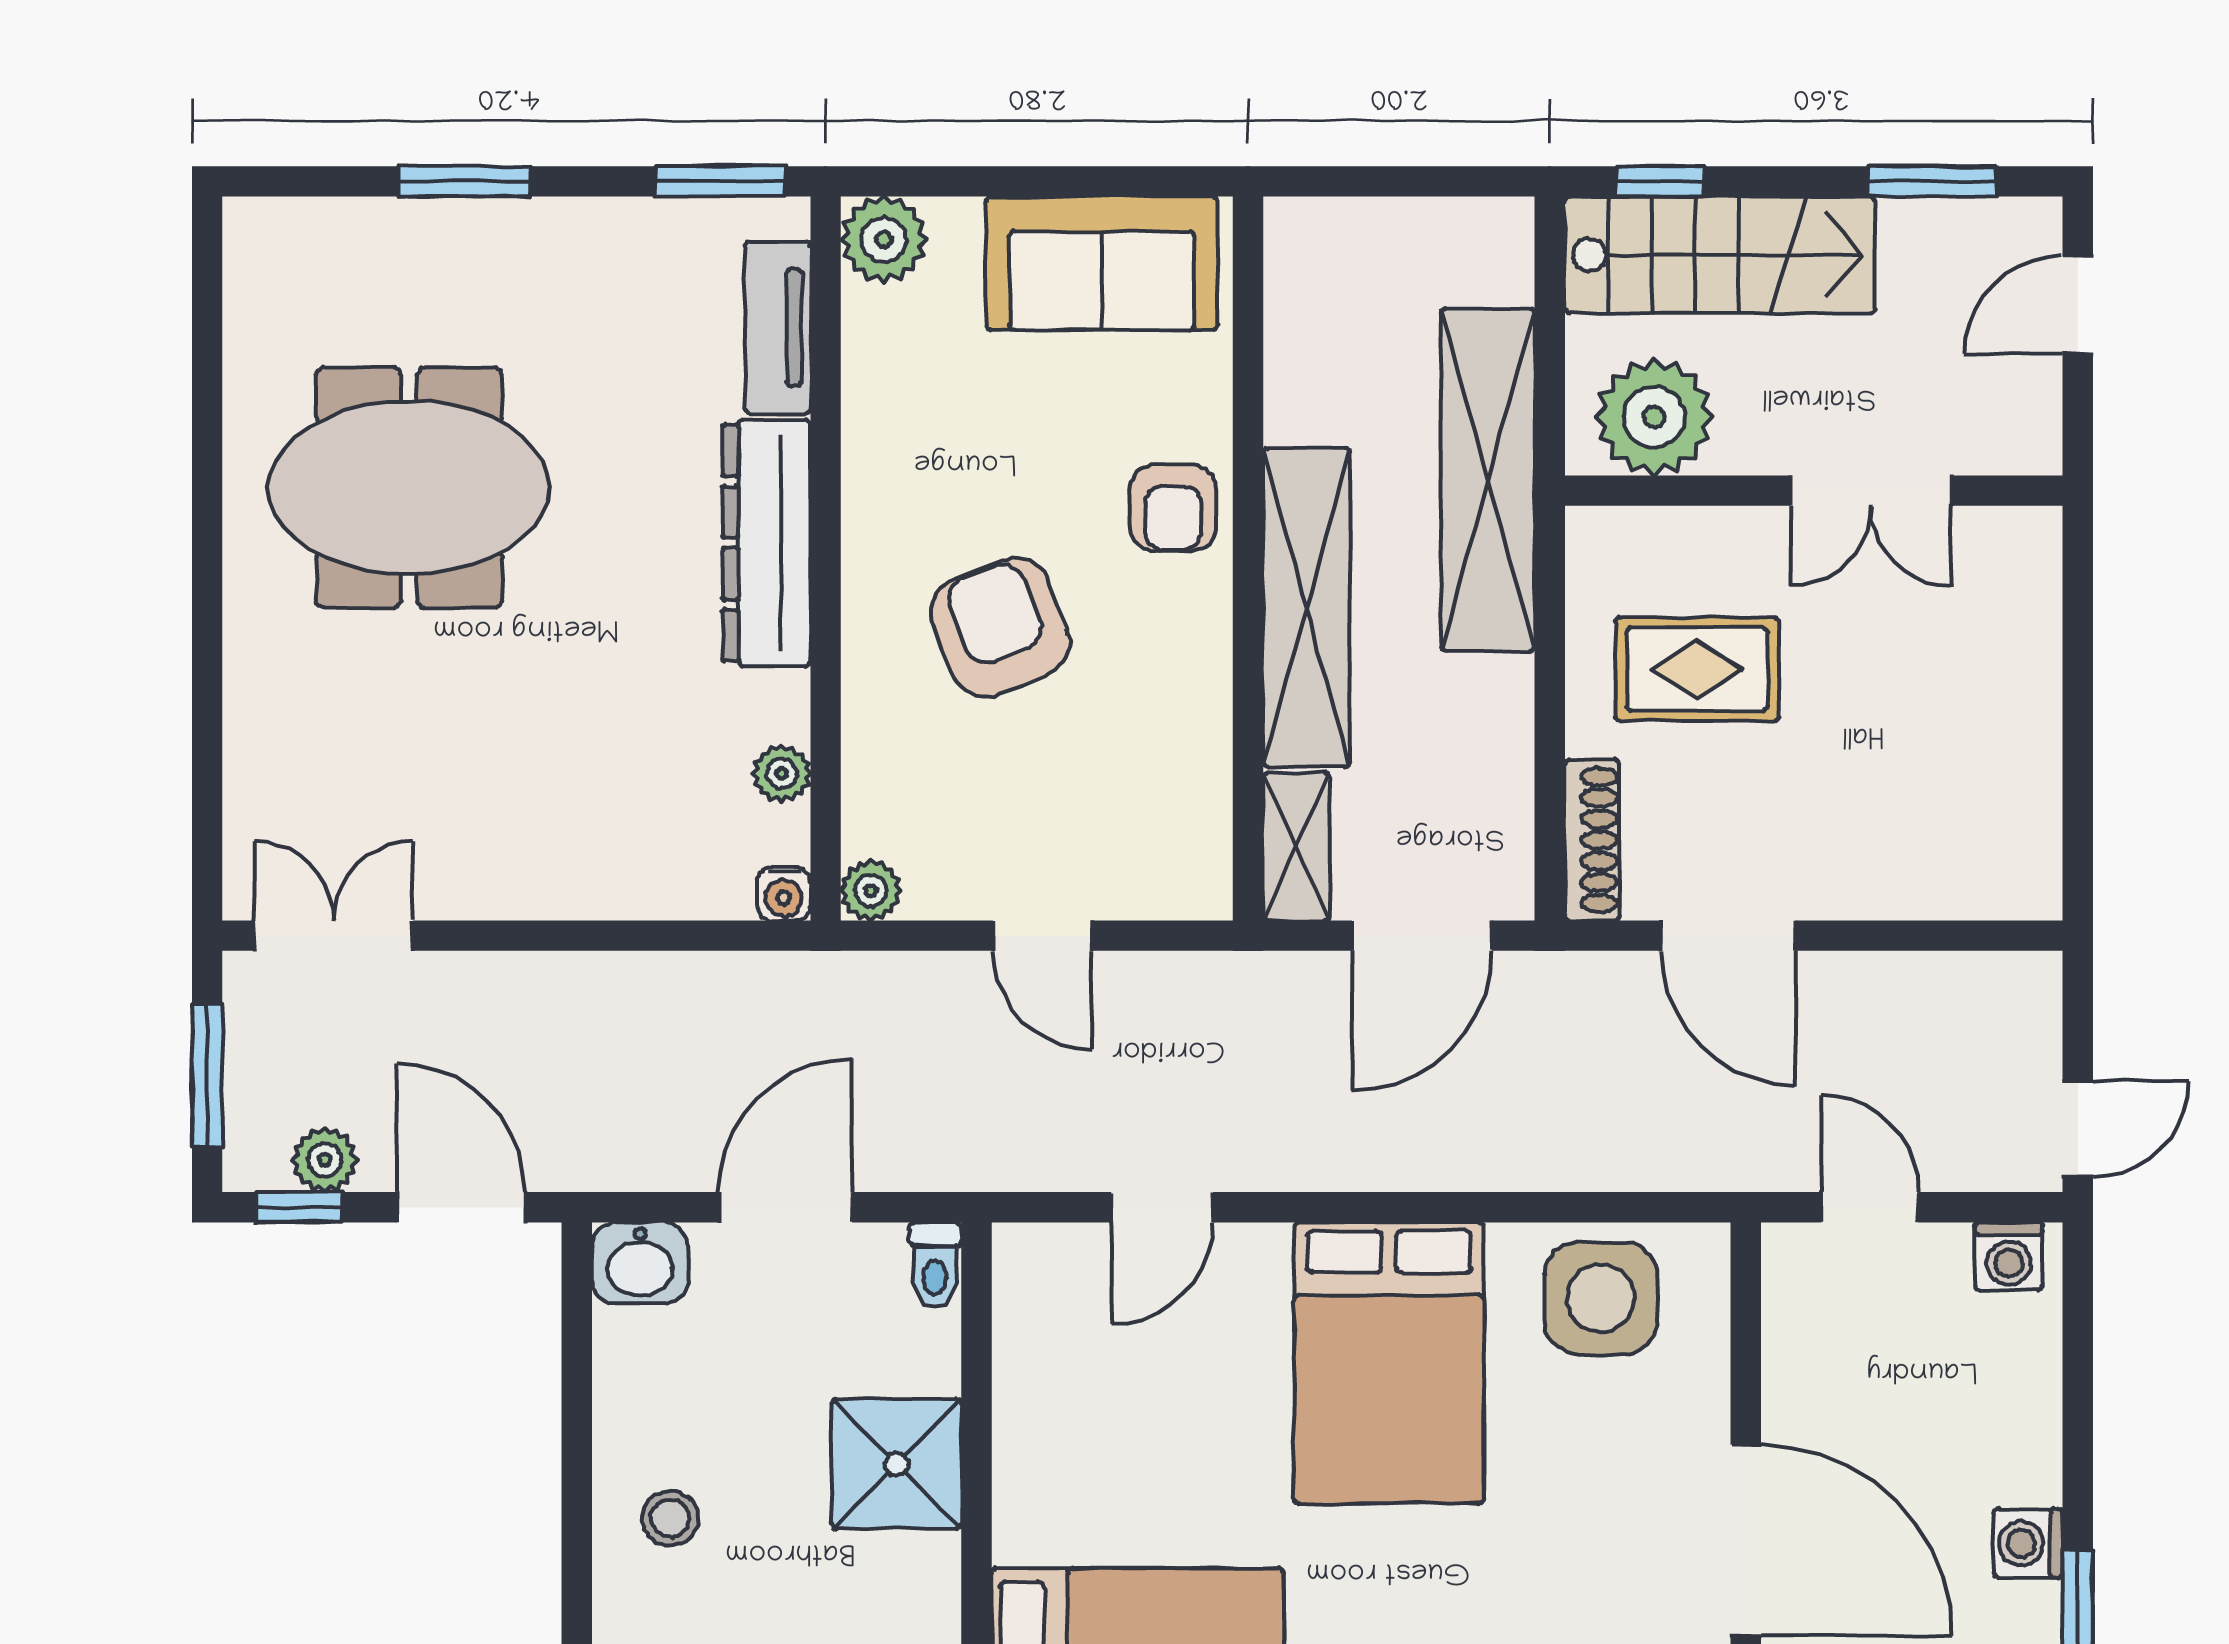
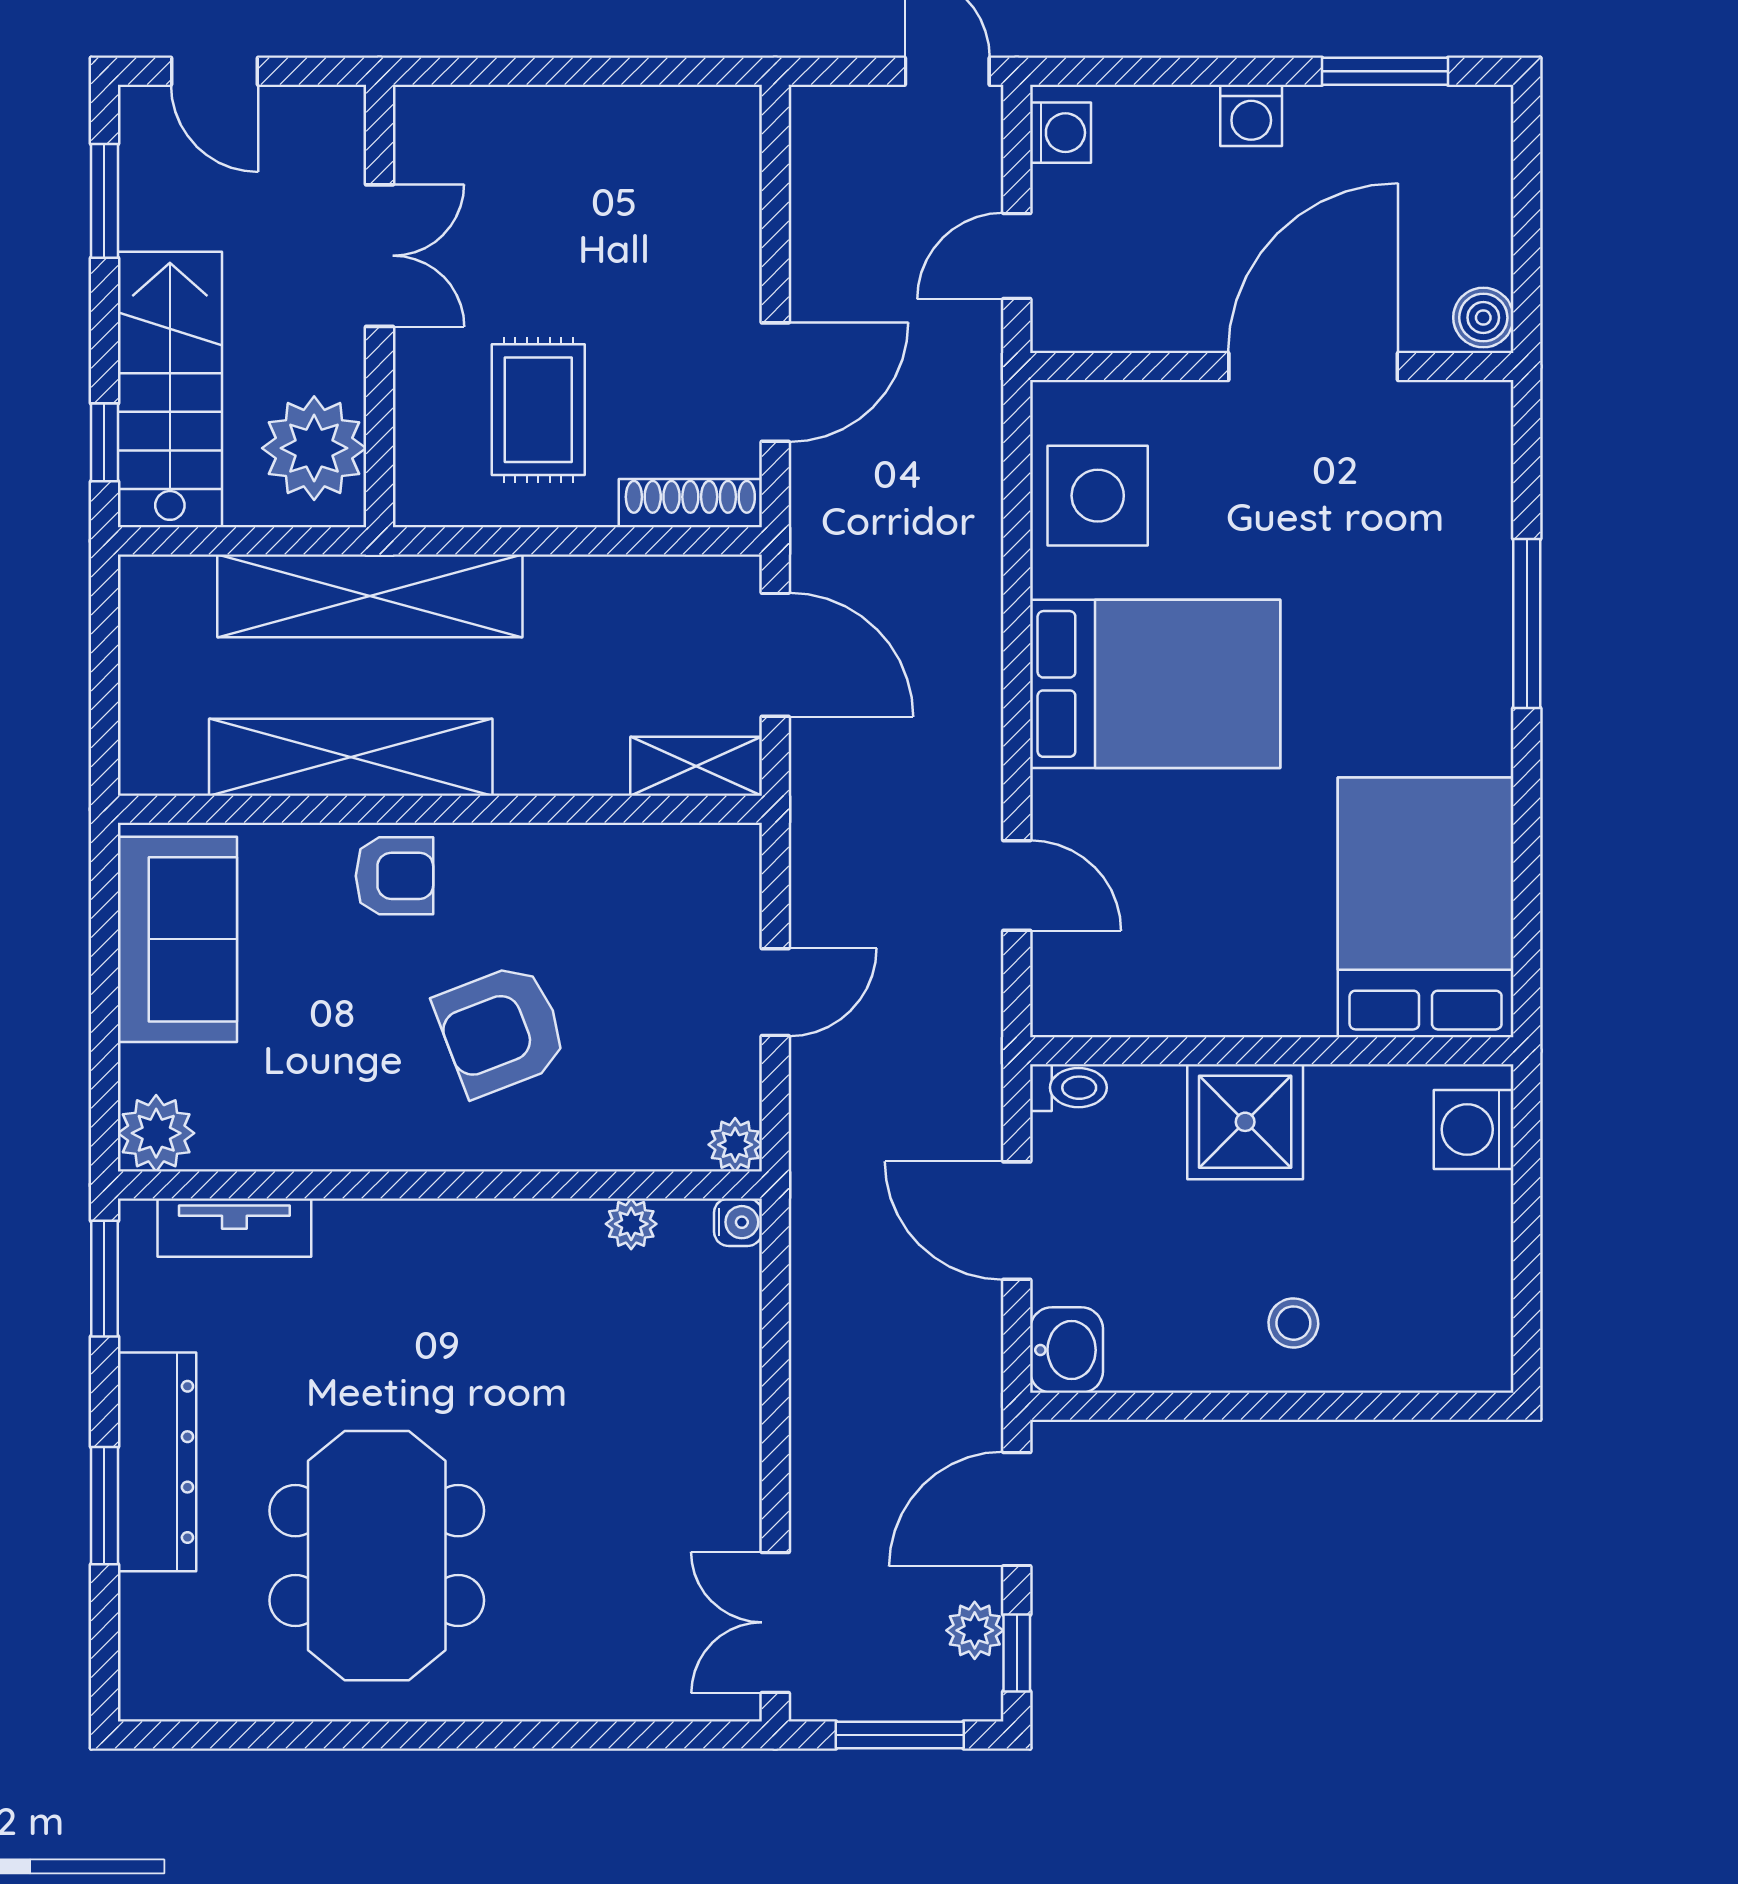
dresser: (767, 543) -> (157, 1462), moved, turned -90
shelving: (1307, 607) -> (351, 757), moved
washing machine: (2028, 1543) -> (1251, 115), moved

